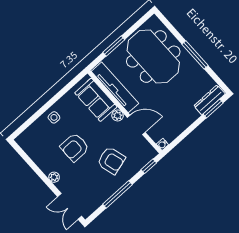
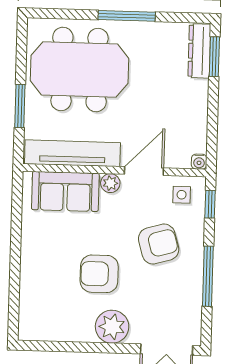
side table: (54, 117) -> (182, 195), moved
armchair: (75, 147) -> (99, 274), turned 90
plant: (54, 177) -> (112, 327), width x1.88, depth x1.88

